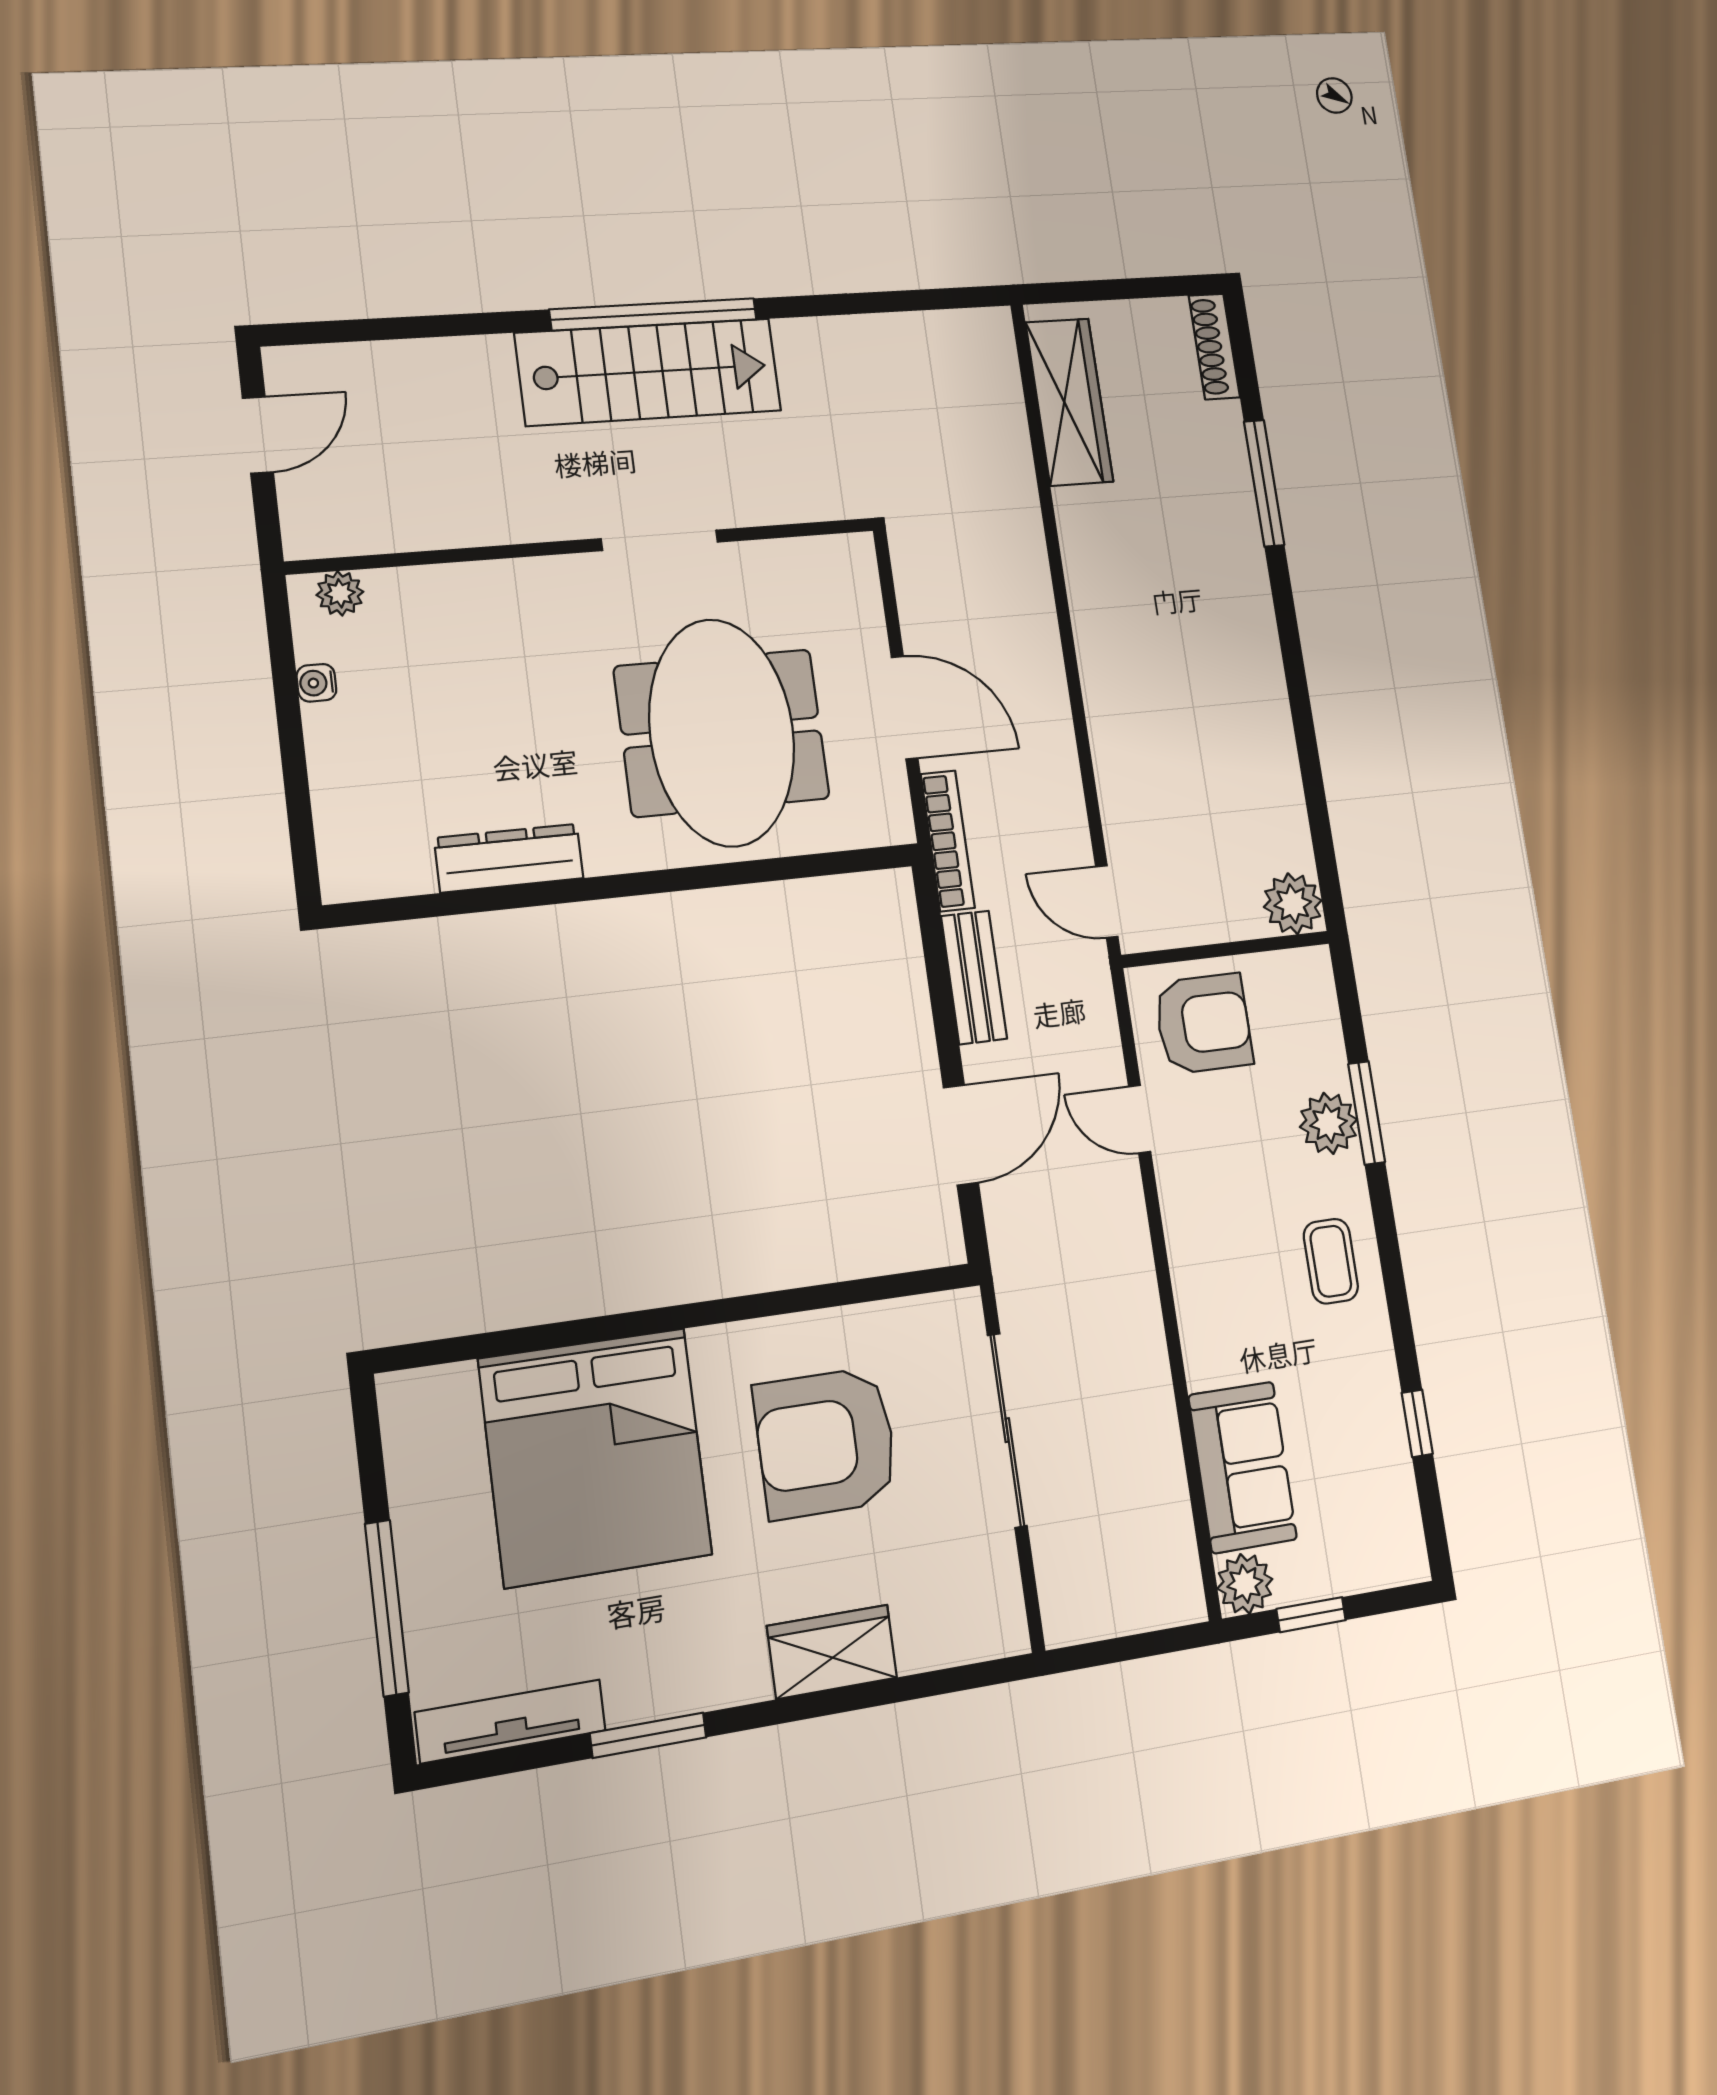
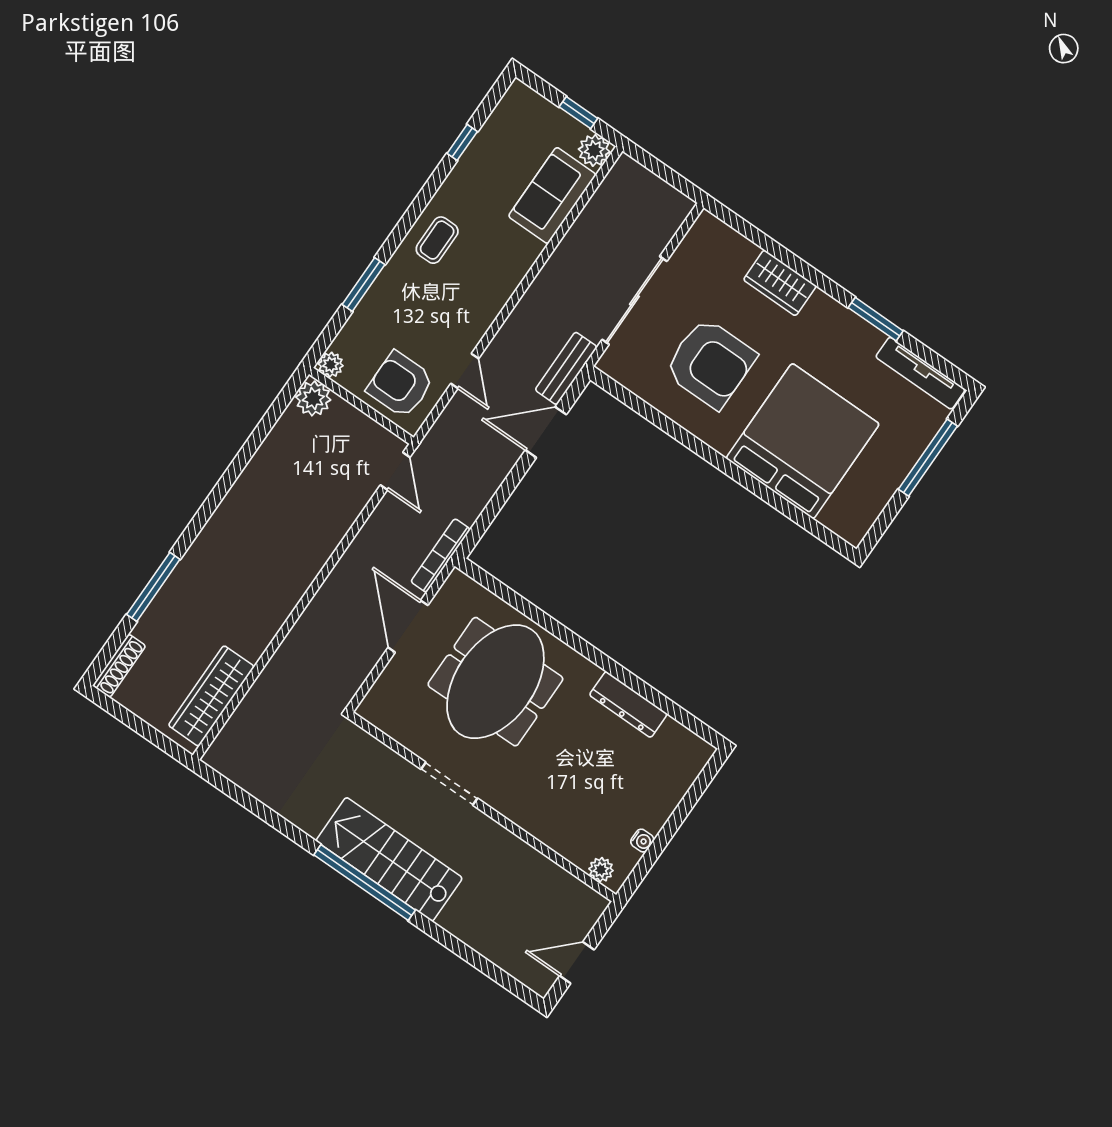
bench: (974, 977) -> (566, 368), moved
plant: (1329, 1123) -> (331, 365), moved, width x0.73, depth x0.73

